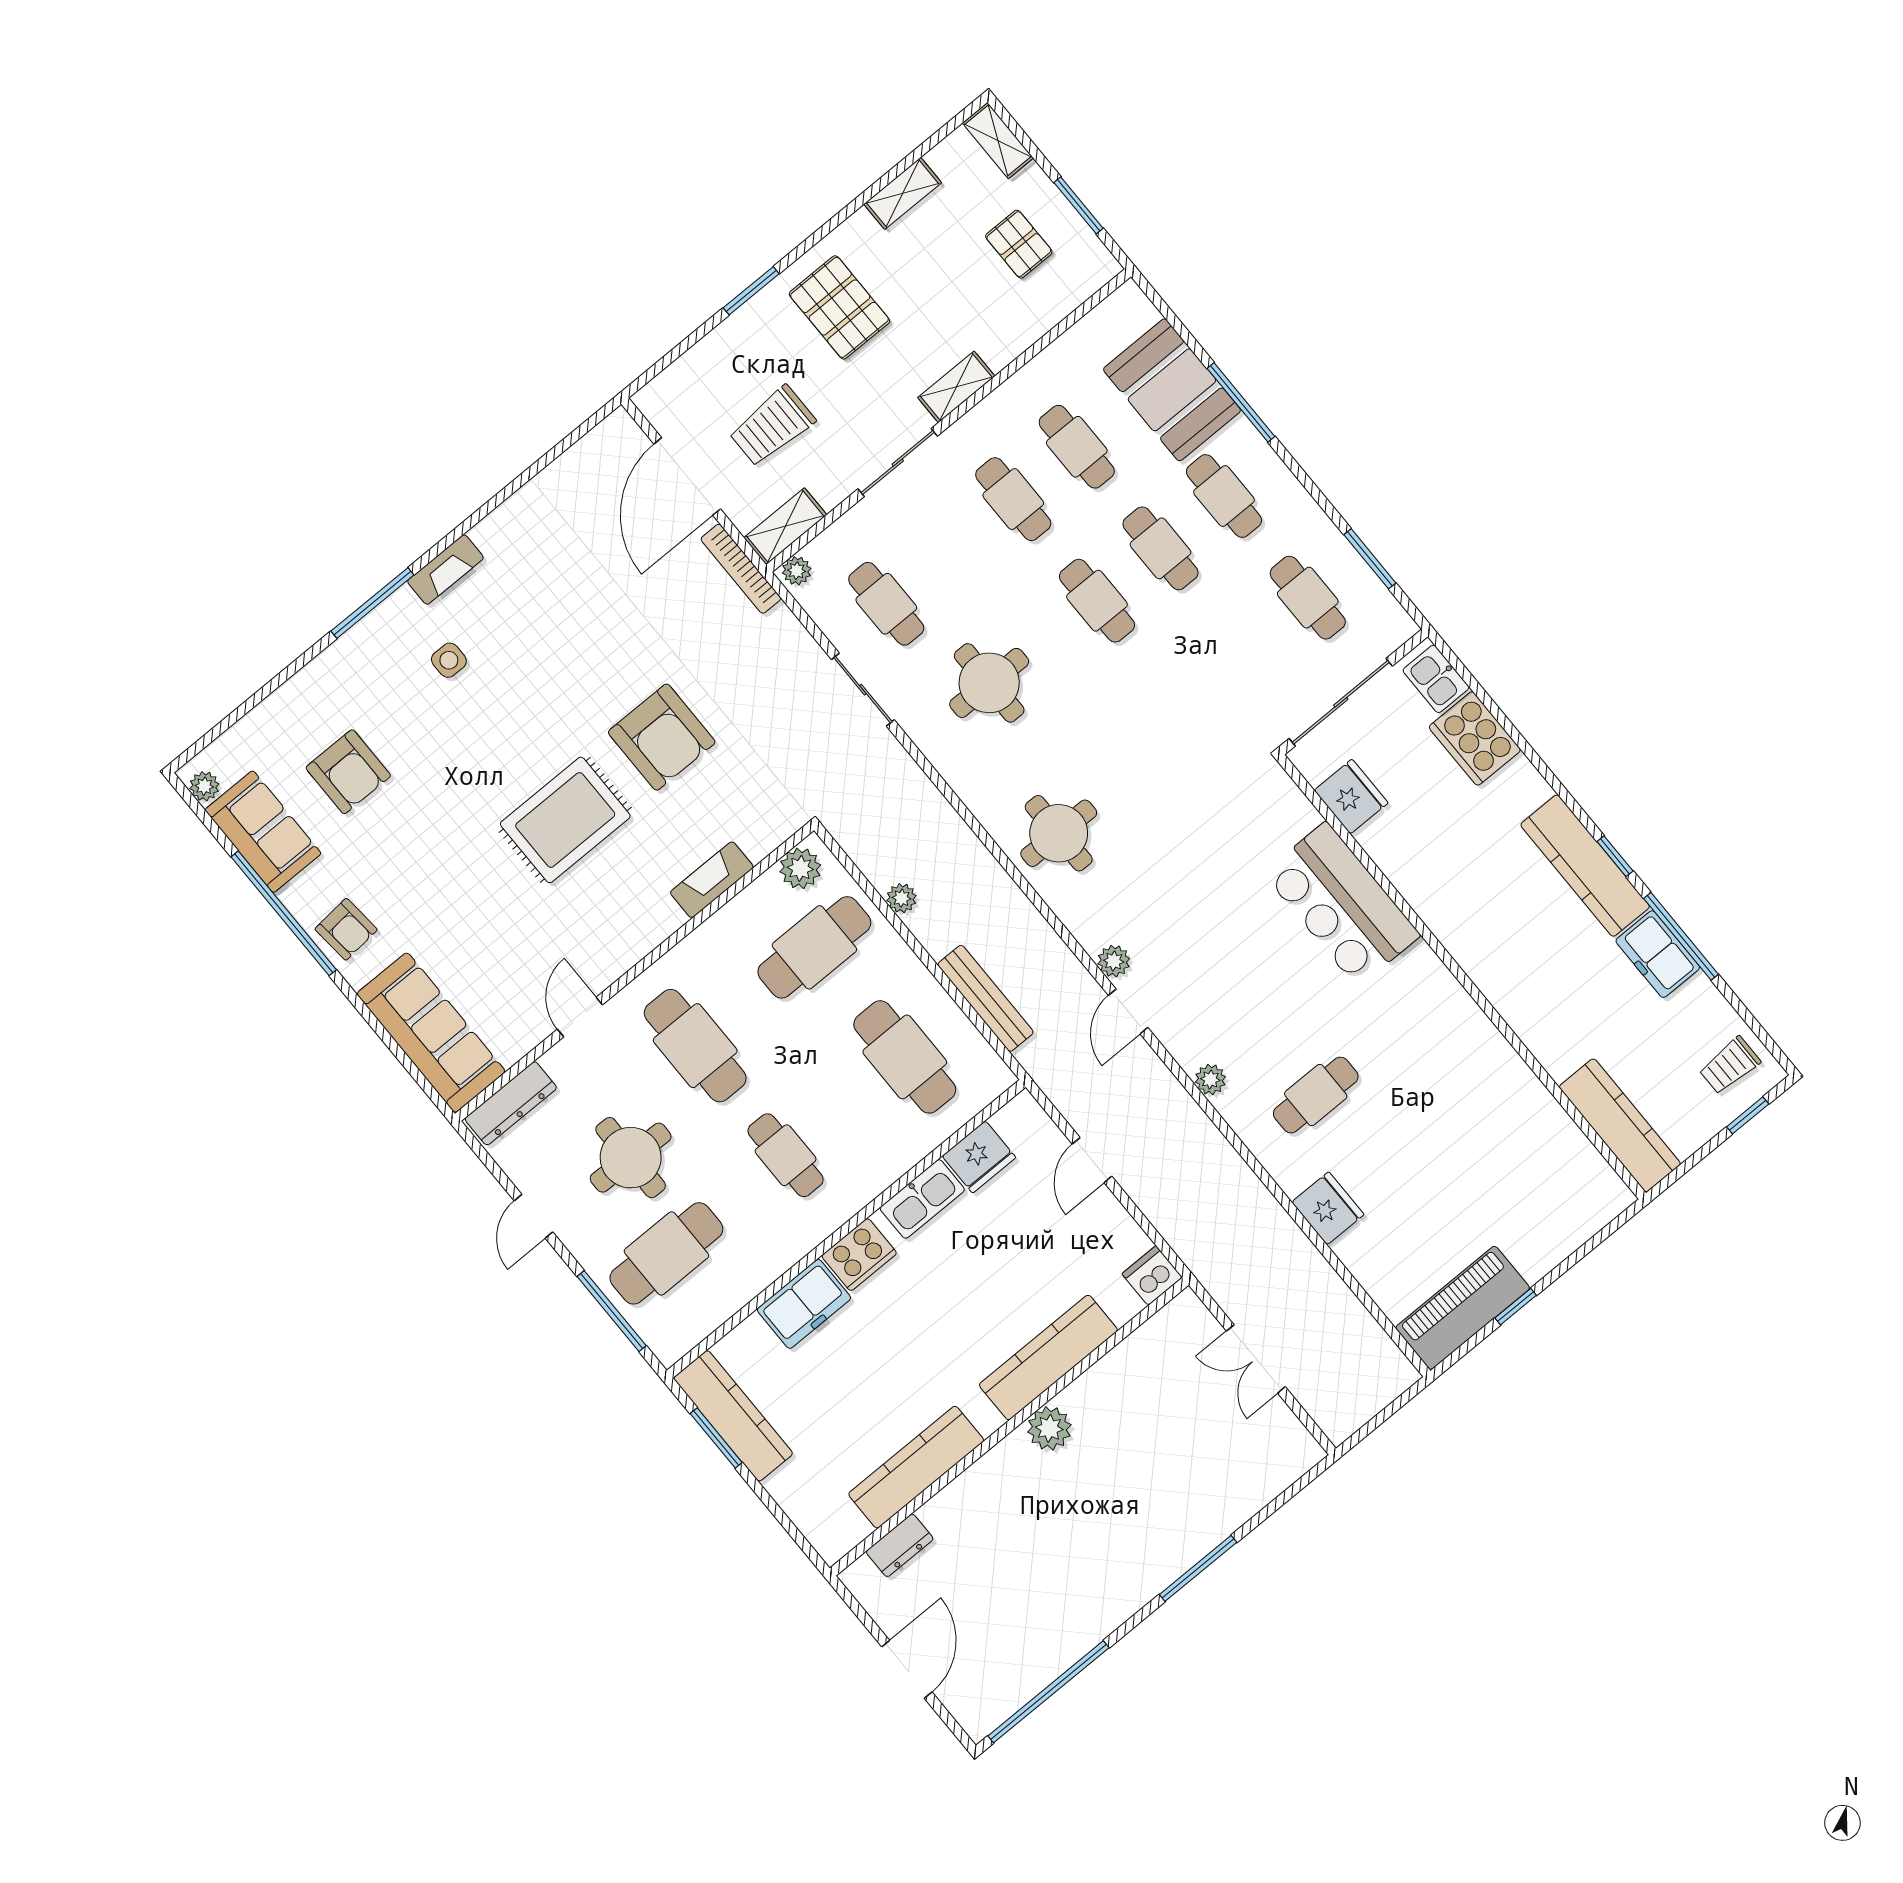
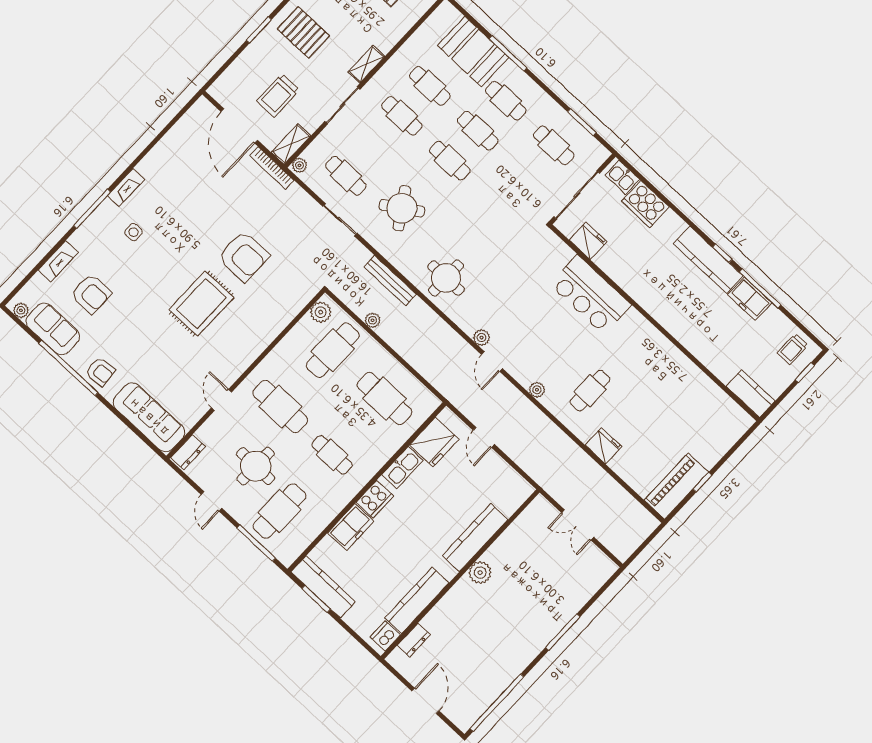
round table: (989, 683) -> (402, 208), turned -33
fireplace: (712, 880) -> (58, 261), moved, turned 180
bench: (985, 998) -> (390, 281), moved
dresser: (511, 1103) -> (188, 452), width x0.70
kitchen counter: (1620, 1125) -> (751, 394), width x0.67
fridge: (979, 1157) -> (434, 442), width x1.36, depth x1.34
dishwasher: (1152, 1276) -> (385, 636), moved

